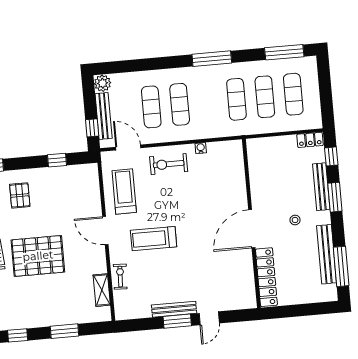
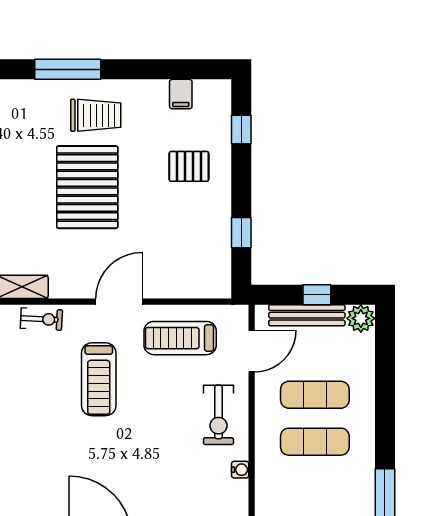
window: (92, 128) -> (317, 295), moved
exercise bike: (169, 164) -> (218, 415), turned 180
treadmill: (124, 191) -> (180, 338), turned 180
treadmill: (154, 239) -> (99, 379), turned 180

